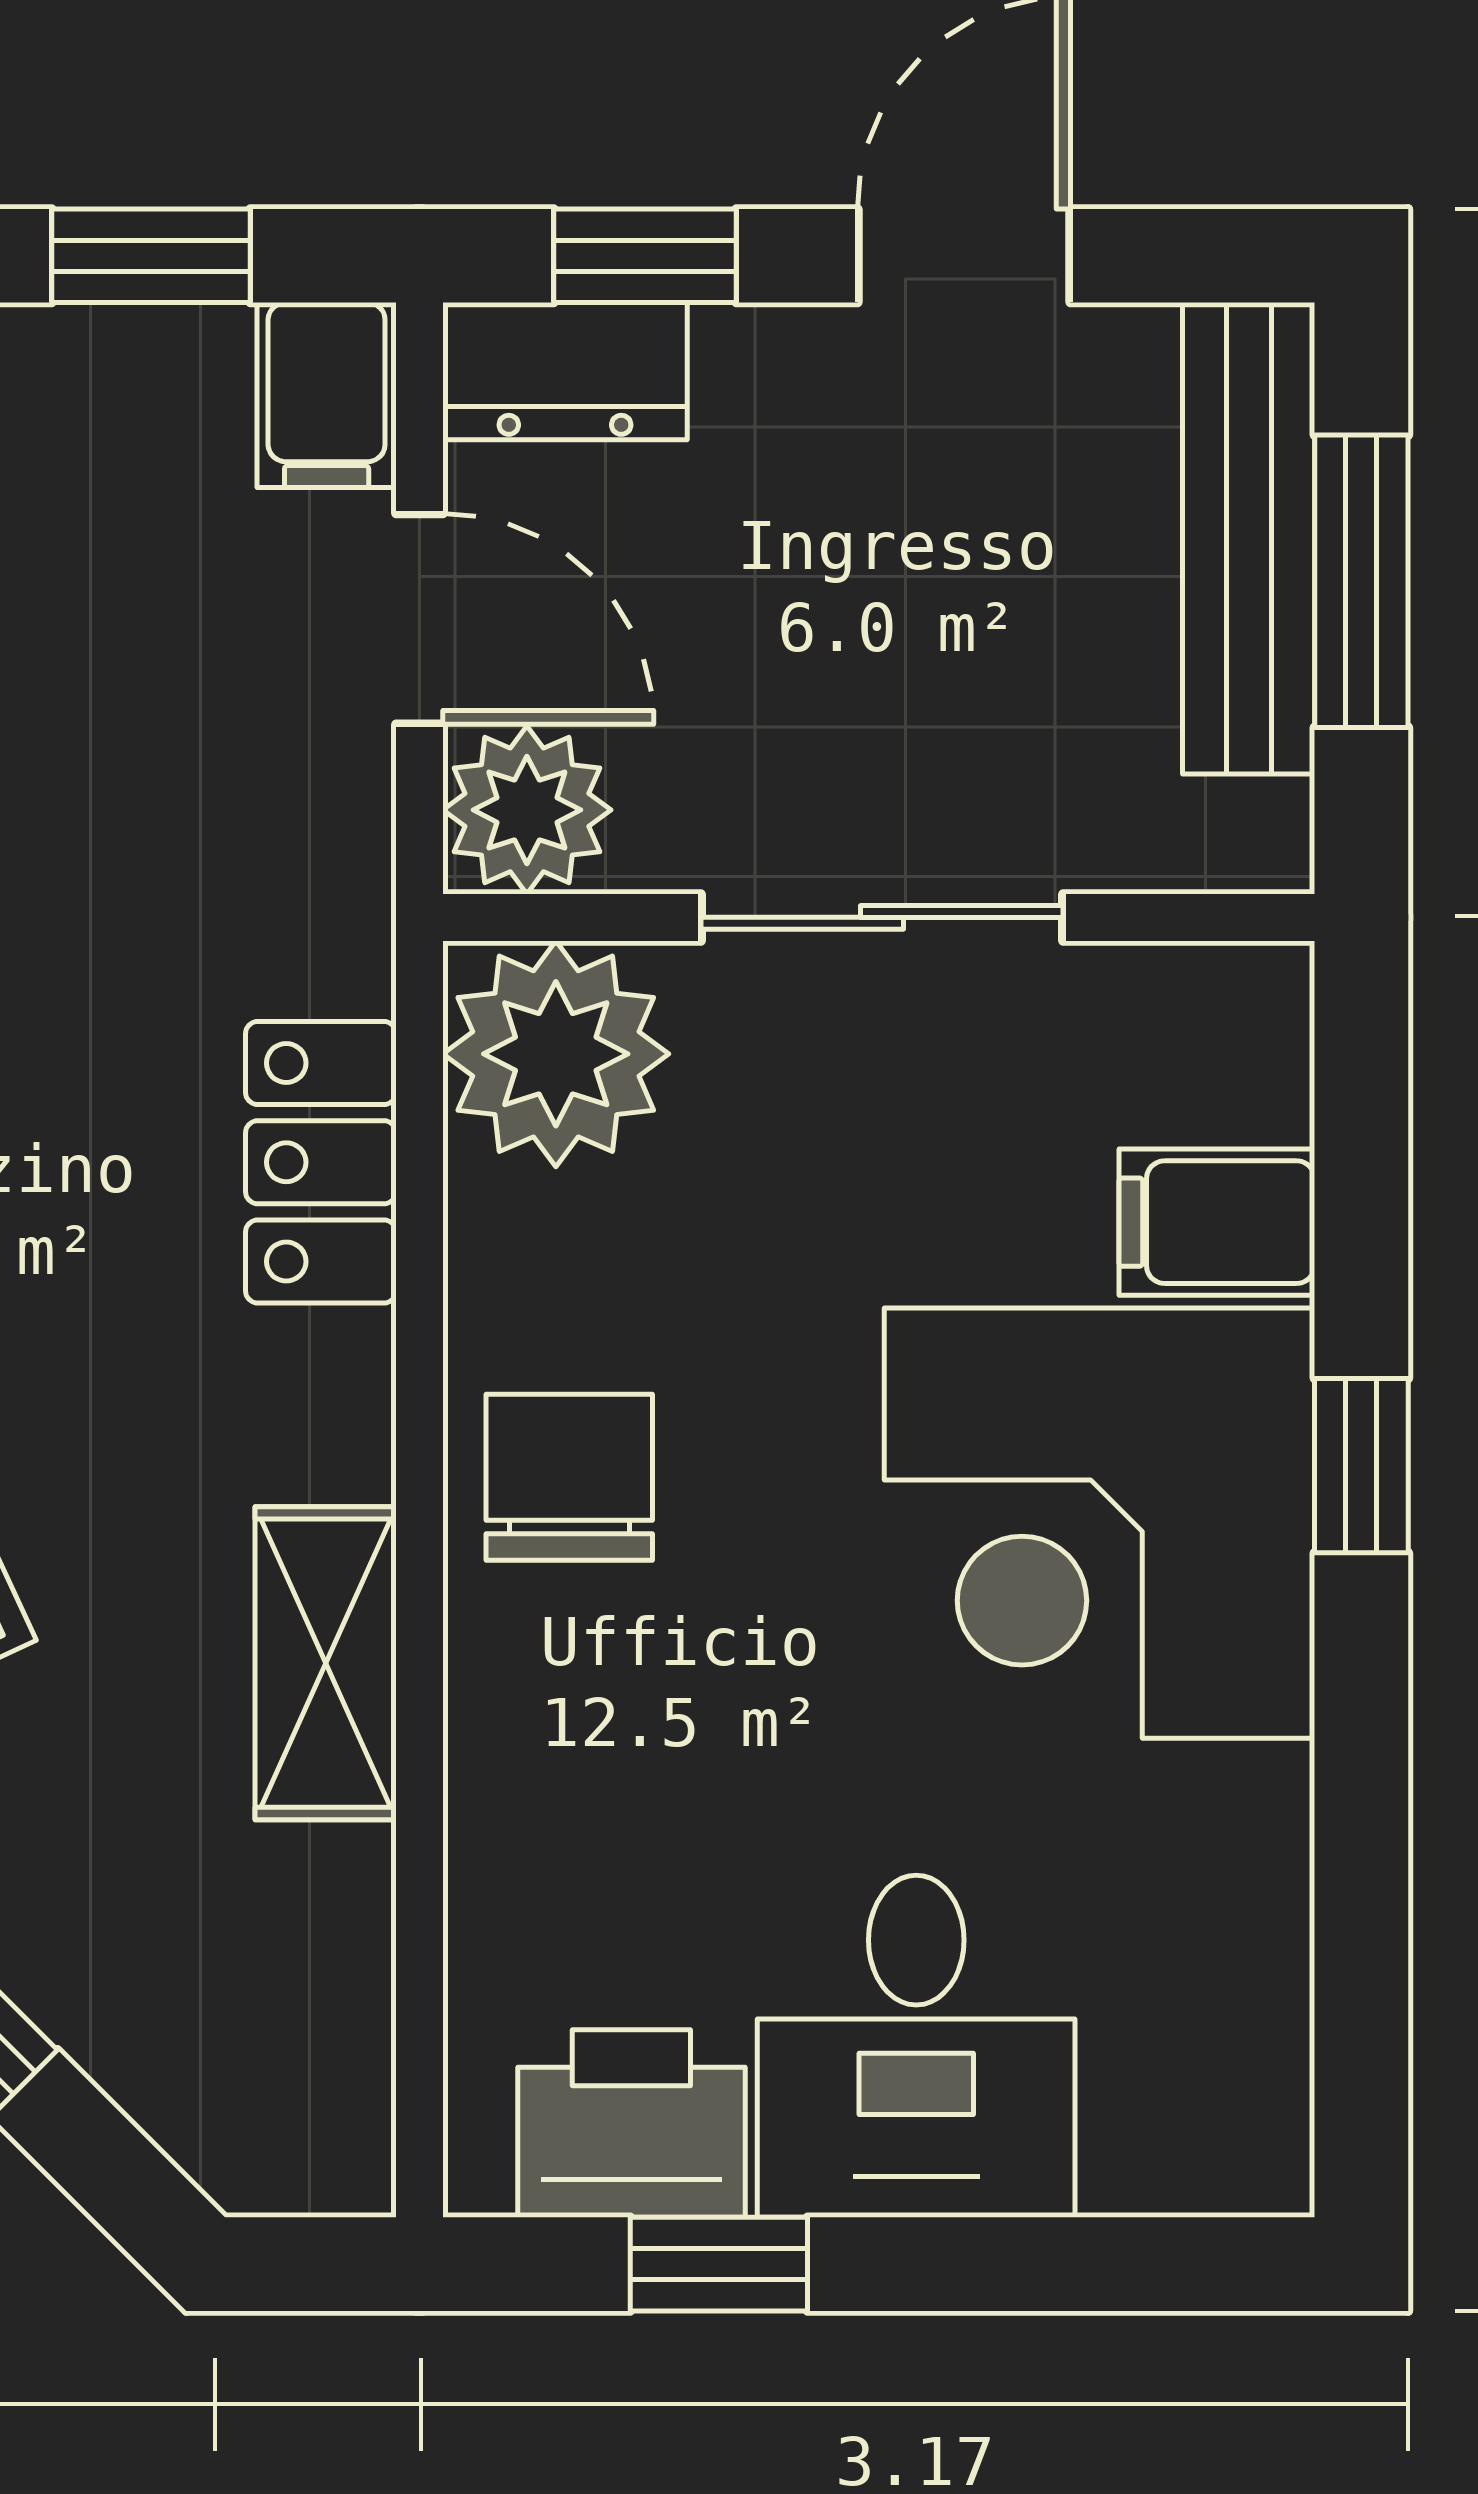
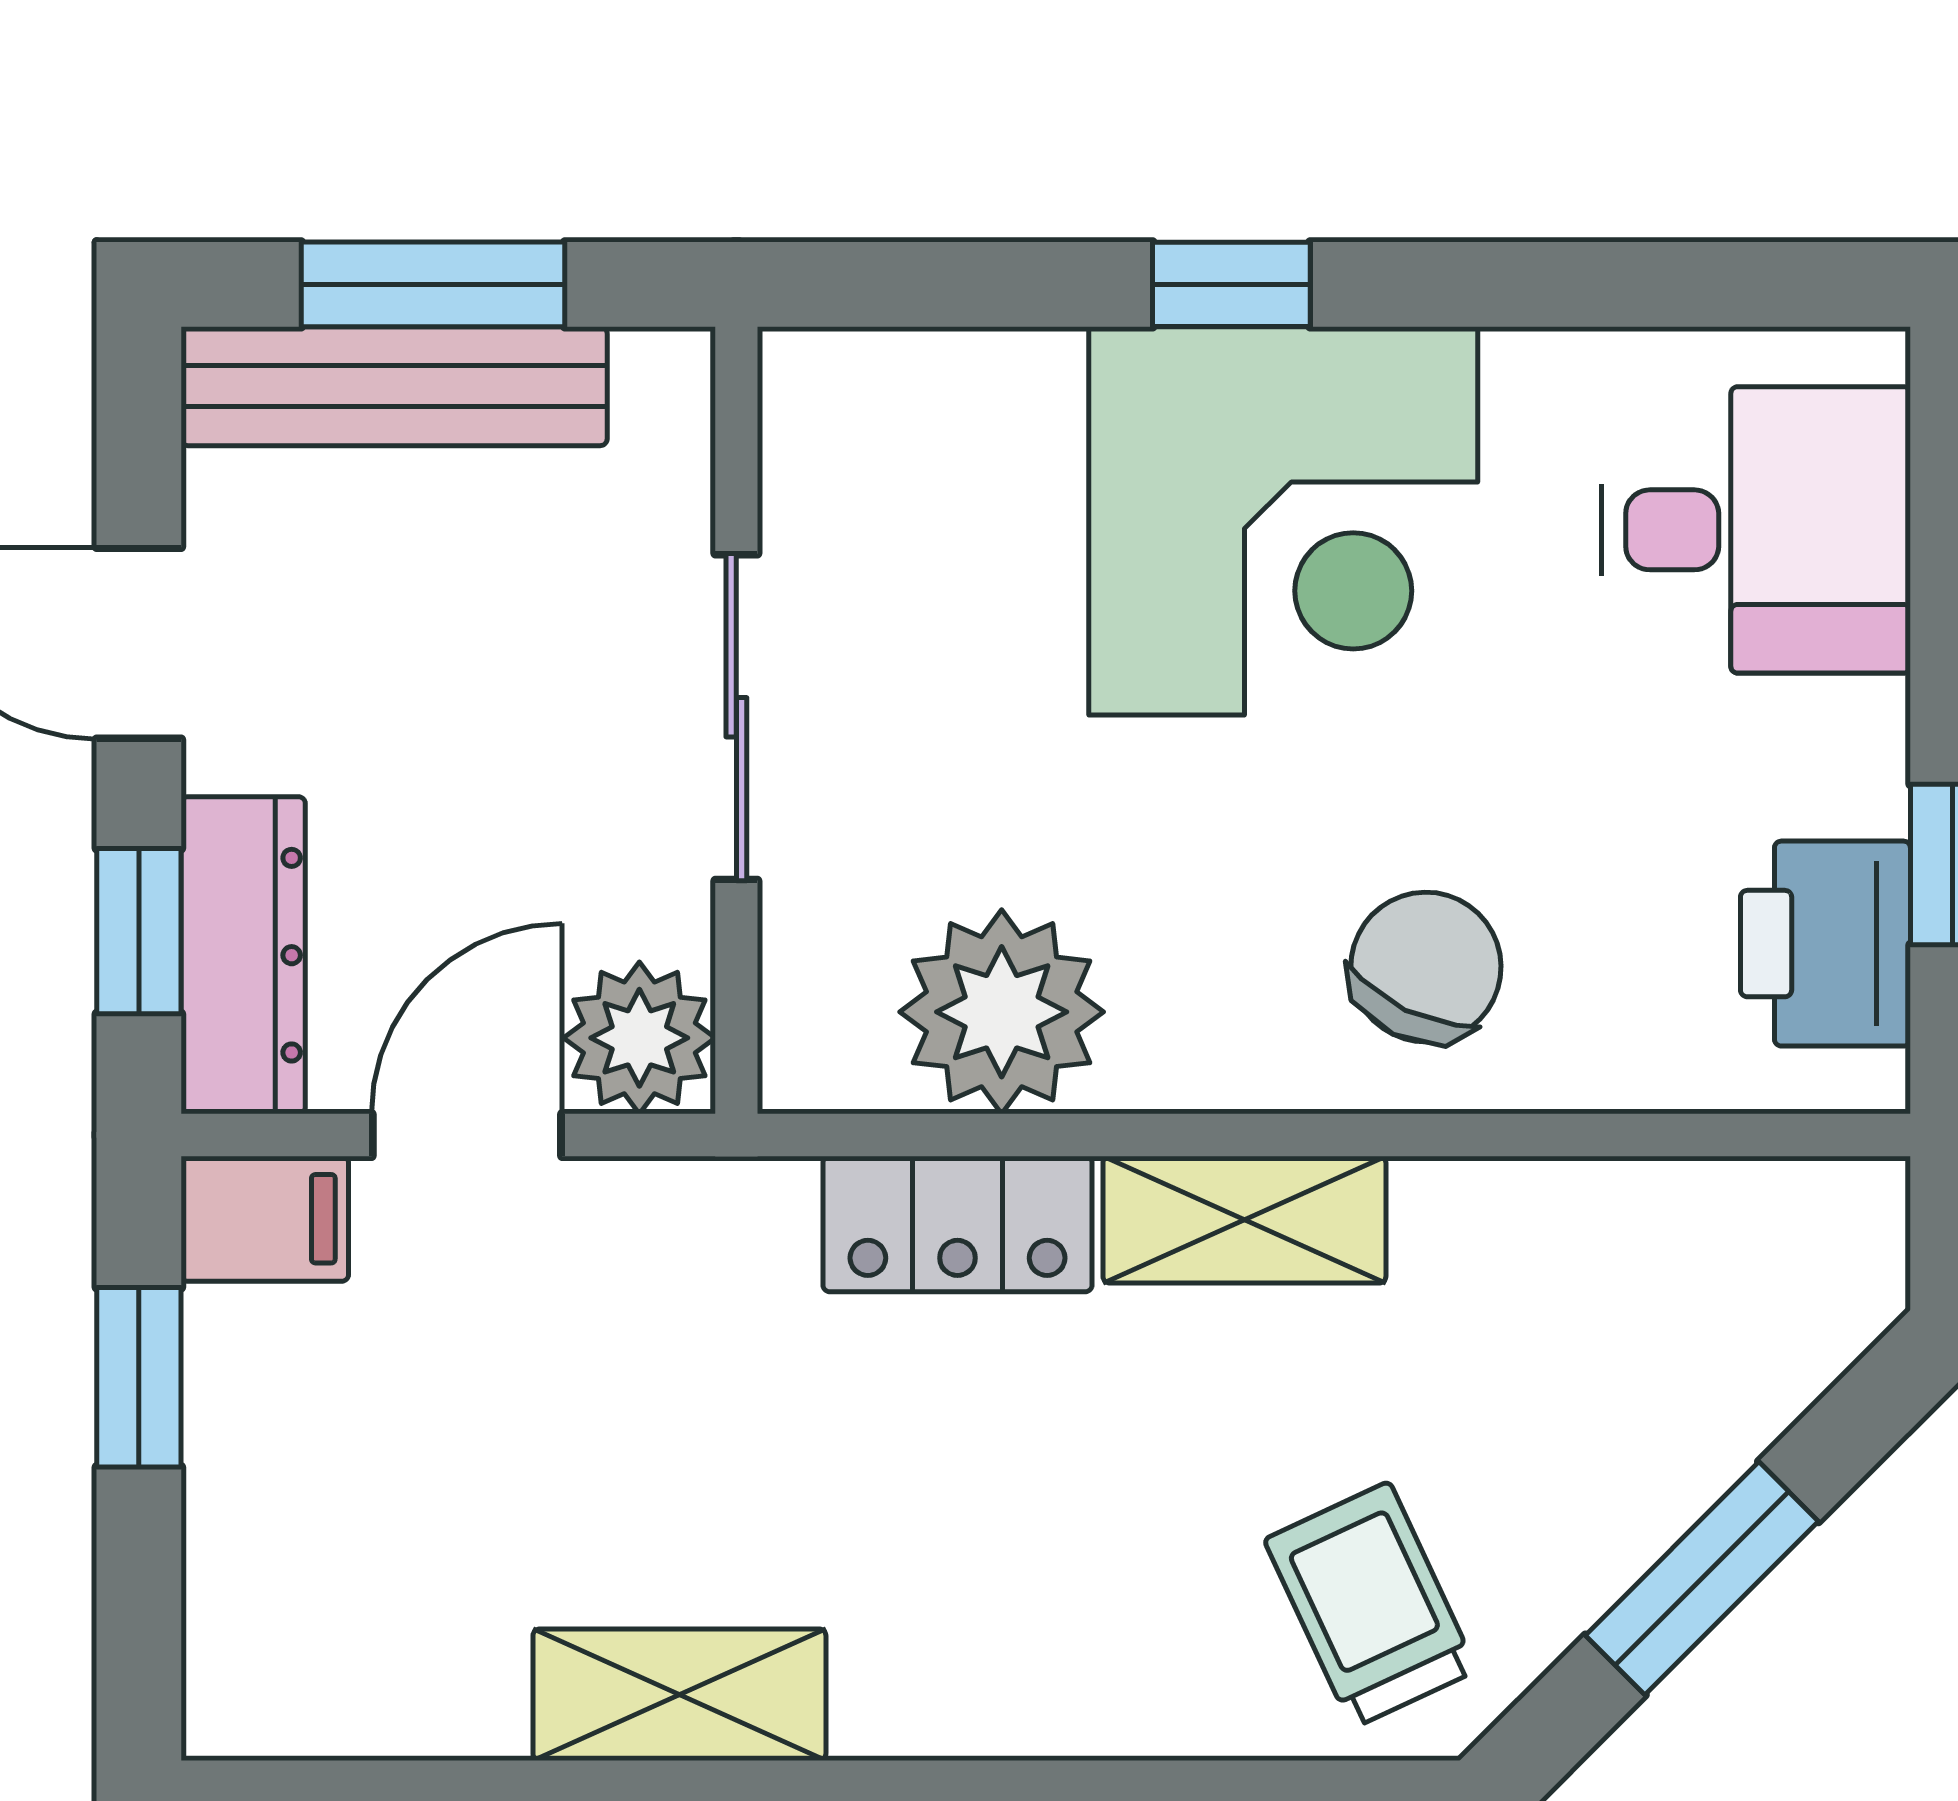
dresser: (565, 371) -> (243, 955), width x1.44
plant: (556, 1054) -> (1002, 1012), moved
filing cabinet: (1217, 1222) -> (1012, 415), removed
chair: (569, 1477) -> (1426, 967), moved, turned 116
shelving: (326, 1663) -> (1244, 1220), moved
desk: (916, 2046) -> (1756, 530), moved

